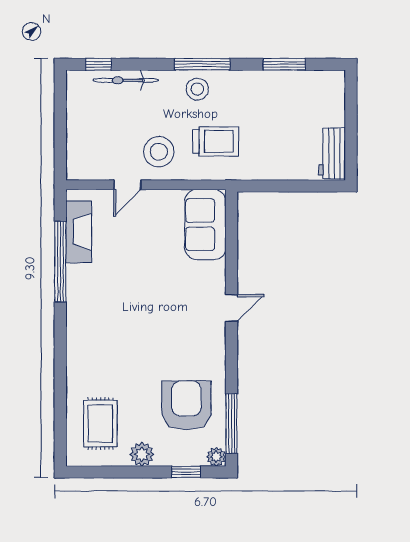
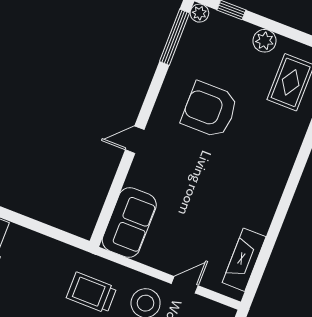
window: (60, 262) -> (271, 240), removed
armchair: (186, 405) -> (210, 110), moved, turned 90

